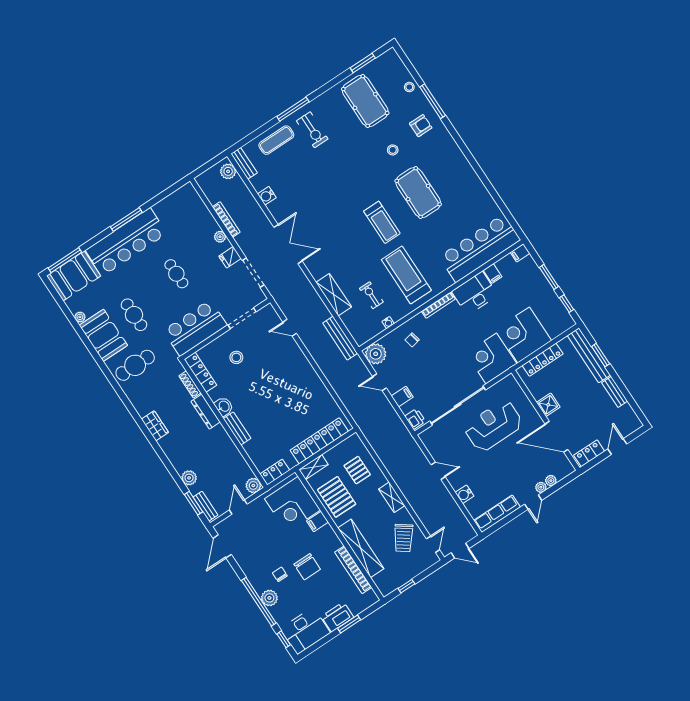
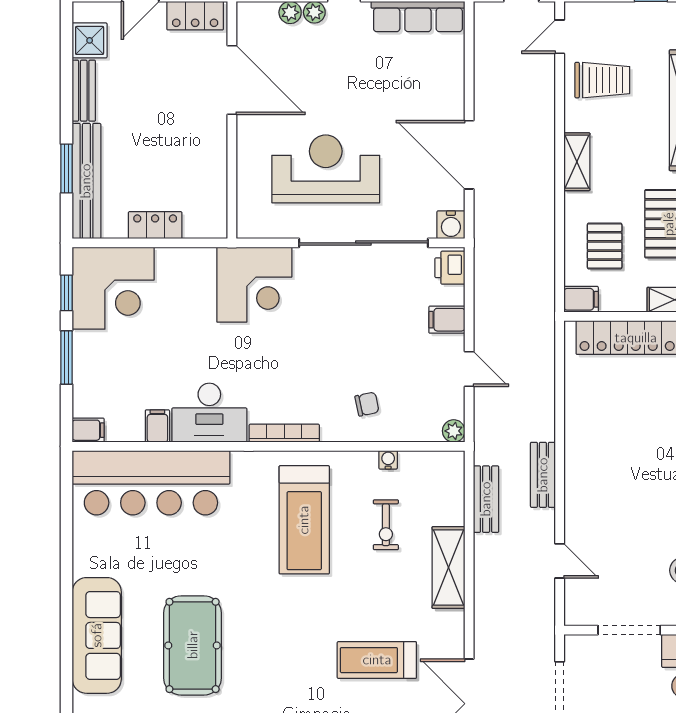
sofa: (460, 170) -> (97, 635), added
treadmill: (382, 222) -> (377, 660), moved, turned -90
corner desk: (524, 335) -> (113, 288), moved
bench: (340, 338) -> (486, 499), width x0.73
plant: (376, 354) -> (454, 431), width x0.53, depth x0.53
bench: (320, 359) -> (543, 475), added
locker: (543, 360) -> (155, 225), width x0.66
shower: (548, 405) -> (90, 40), moved
reception desk: (493, 426) -> (326, 169), turned 180
filing cabinet: (352, 442) -> (581, 299), added
door: (438, 471) -> (469, 155), width x1.87
water cooler: (464, 494) -> (451, 225), moved, turned 90
trolley: (403, 538) -> (602, 80), turned 54

